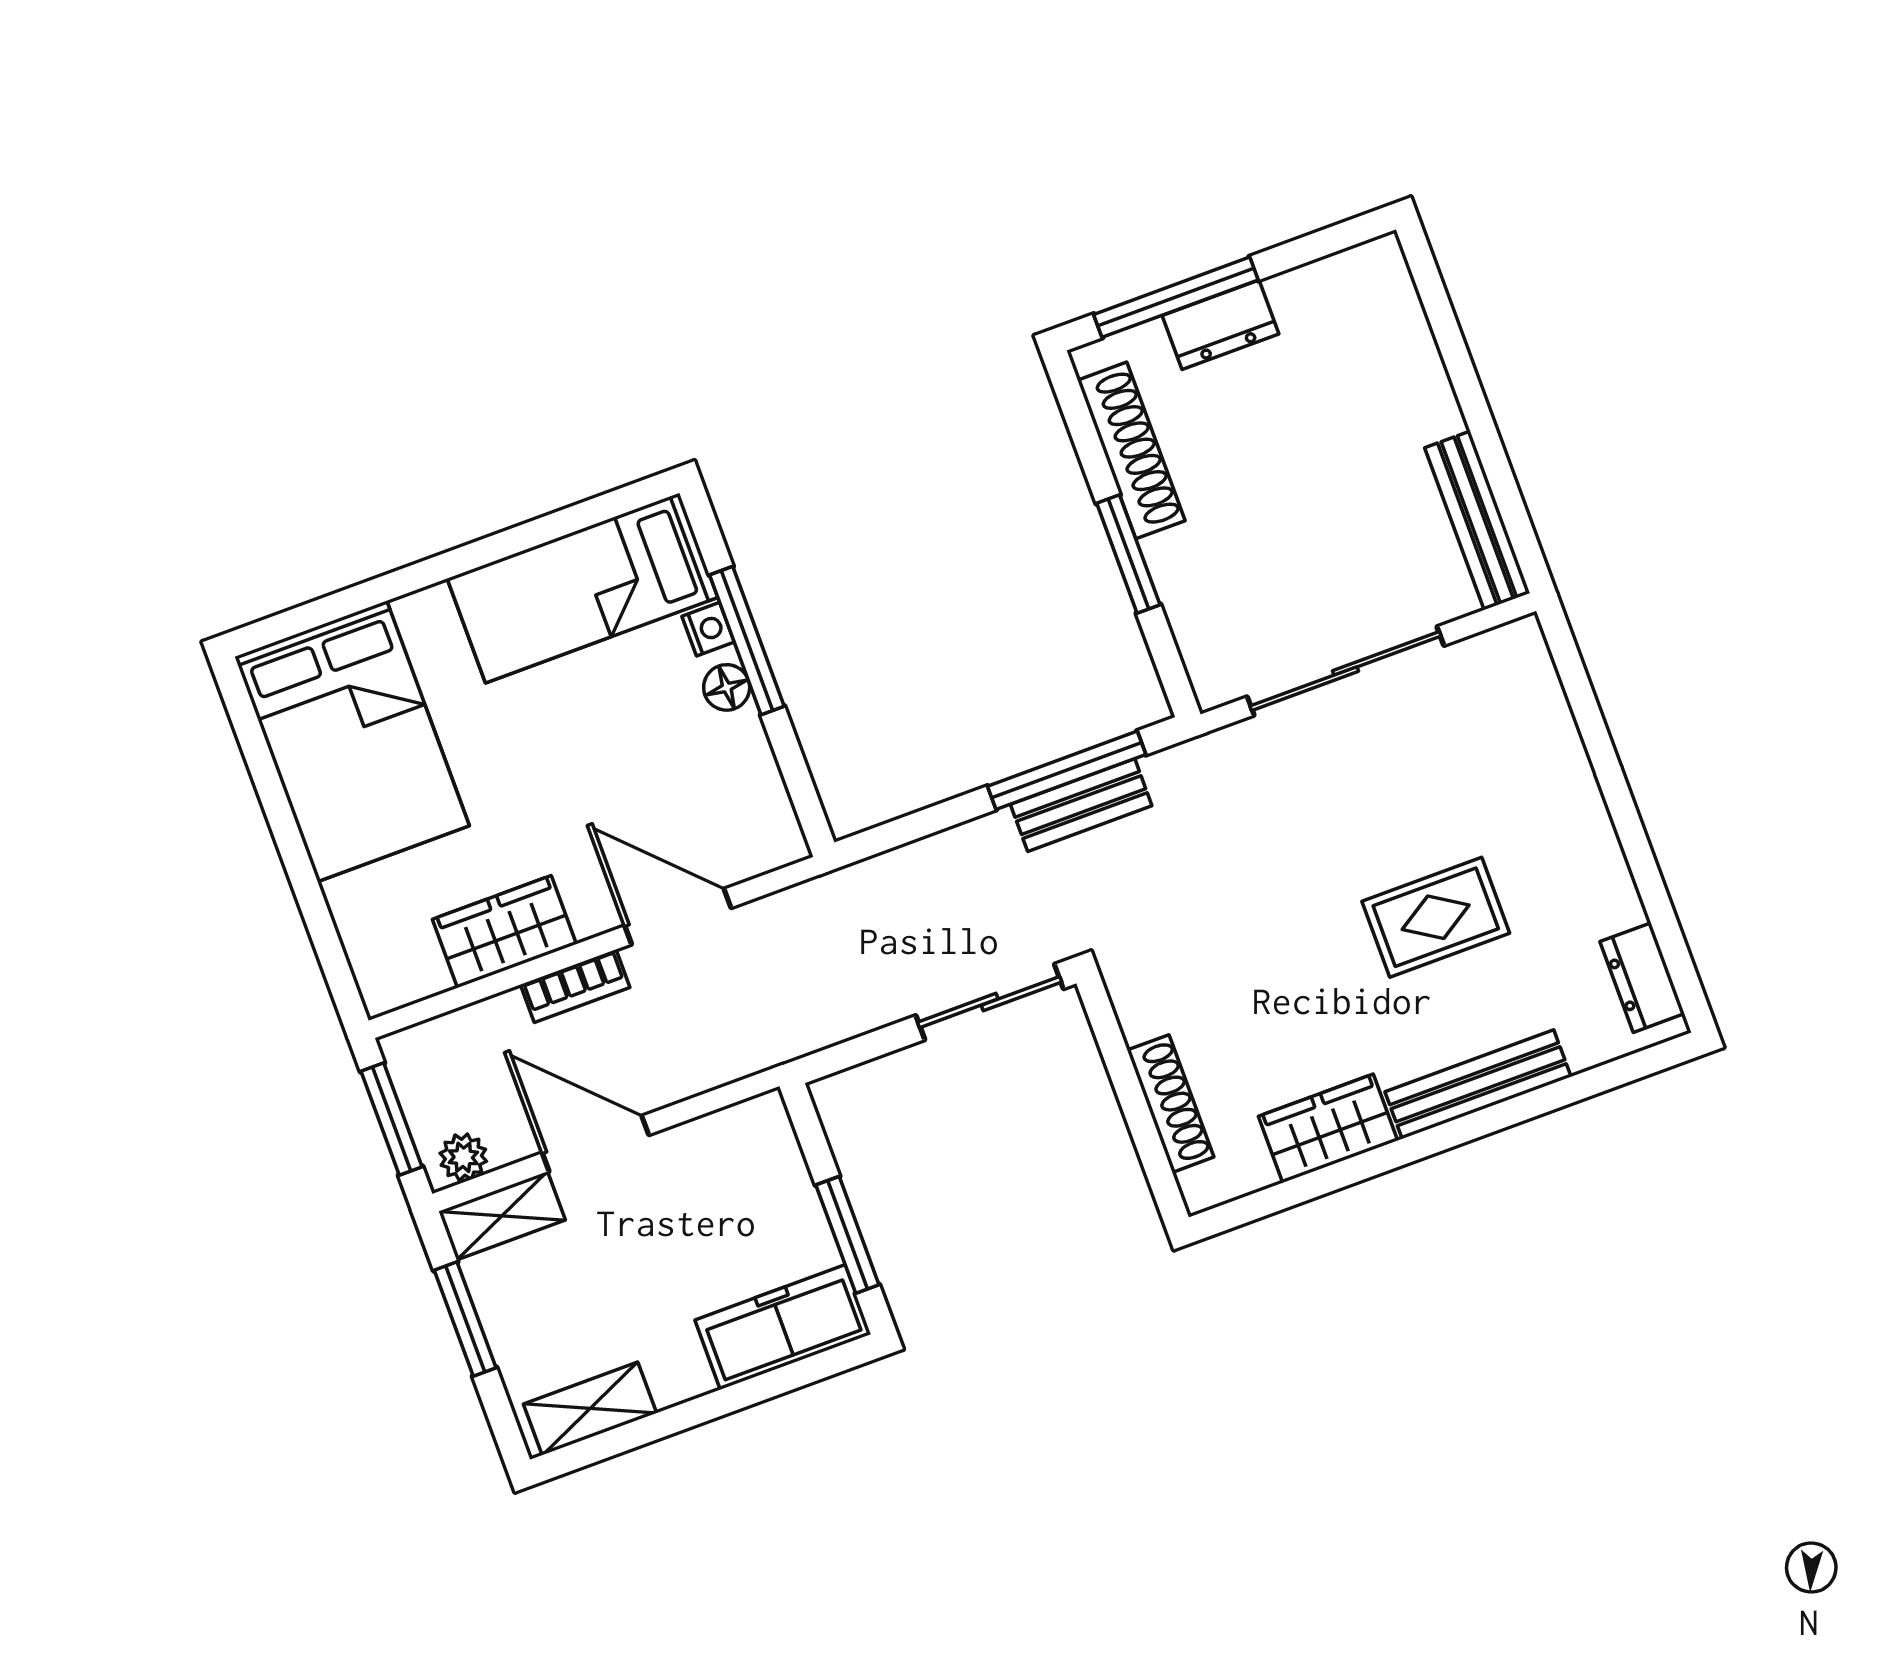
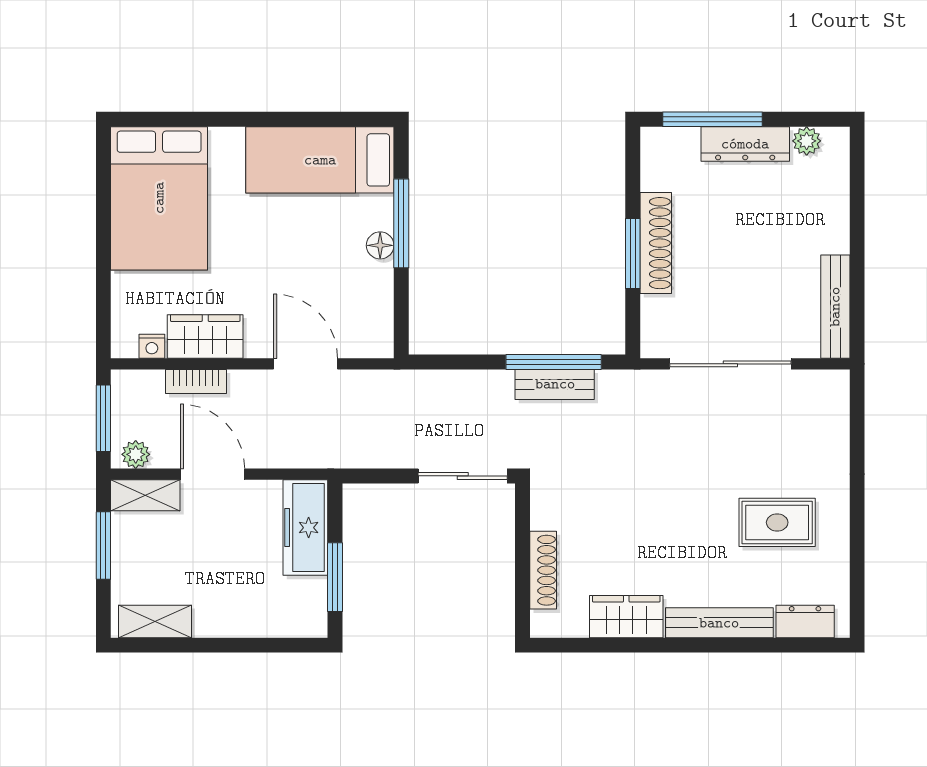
plant: (1336, 277) -> (807, 141), added
dresser: (1221, 325) -> (745, 144), width x1.44
shoe rack: (1131, 450) -> (656, 243), moved
nightstand: (708, 629) -> (152, 346), moved, turned 90
rug: (1436, 917) -> (777, 522), moved
dresser: (1642, 978) -> (805, 621), moved, turned 90
bookcase: (575, 986) -> (196, 382), moved
freezer: (783, 1327) -> (305, 528), moved, turned -90

